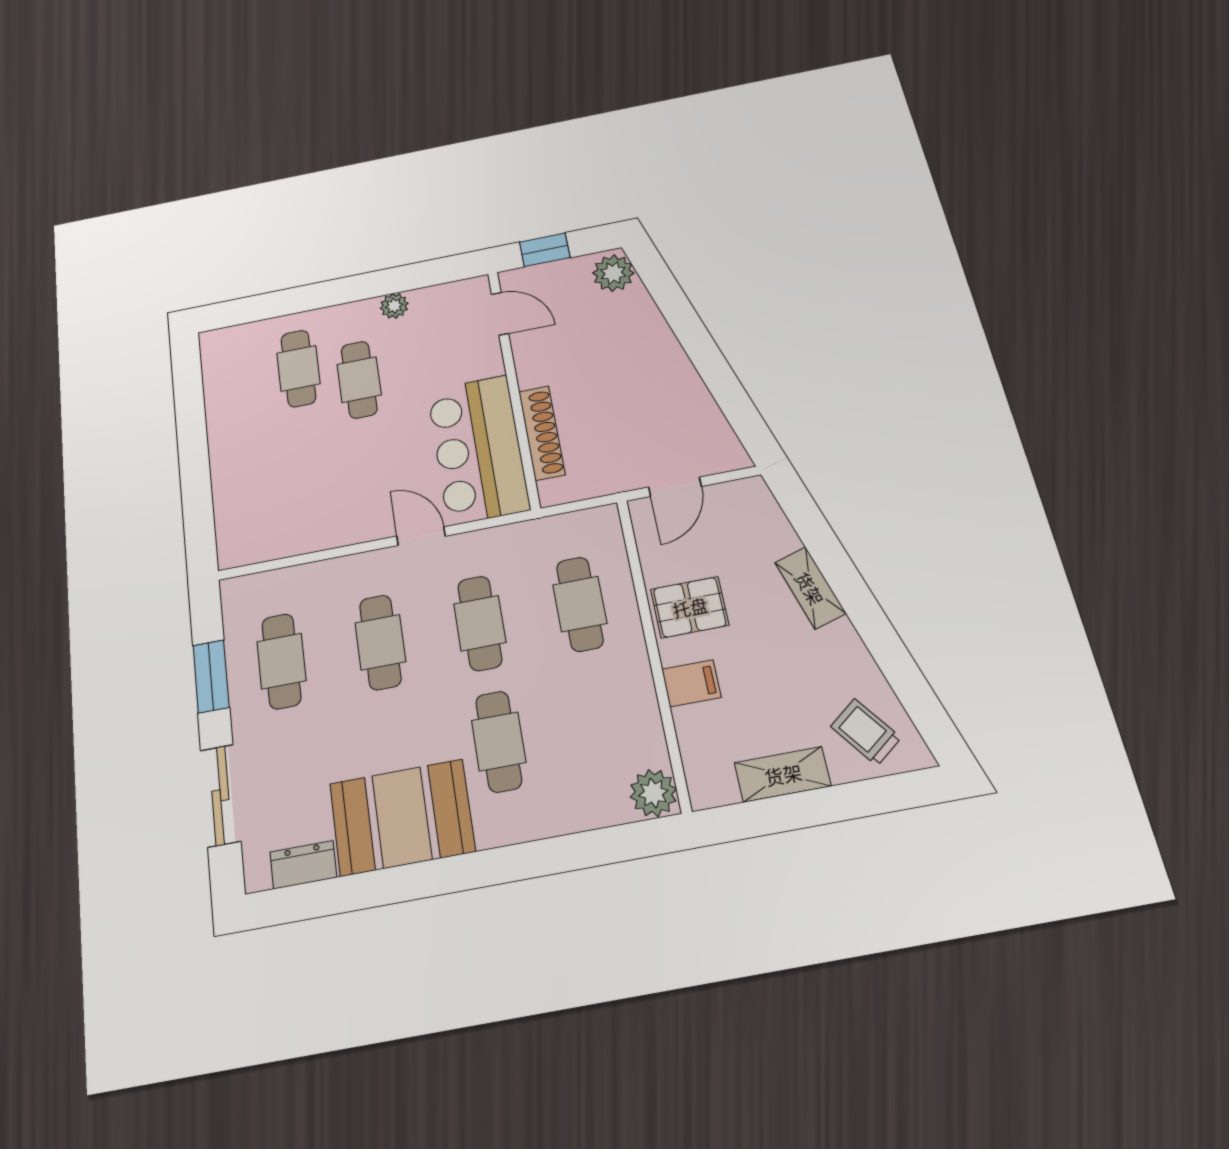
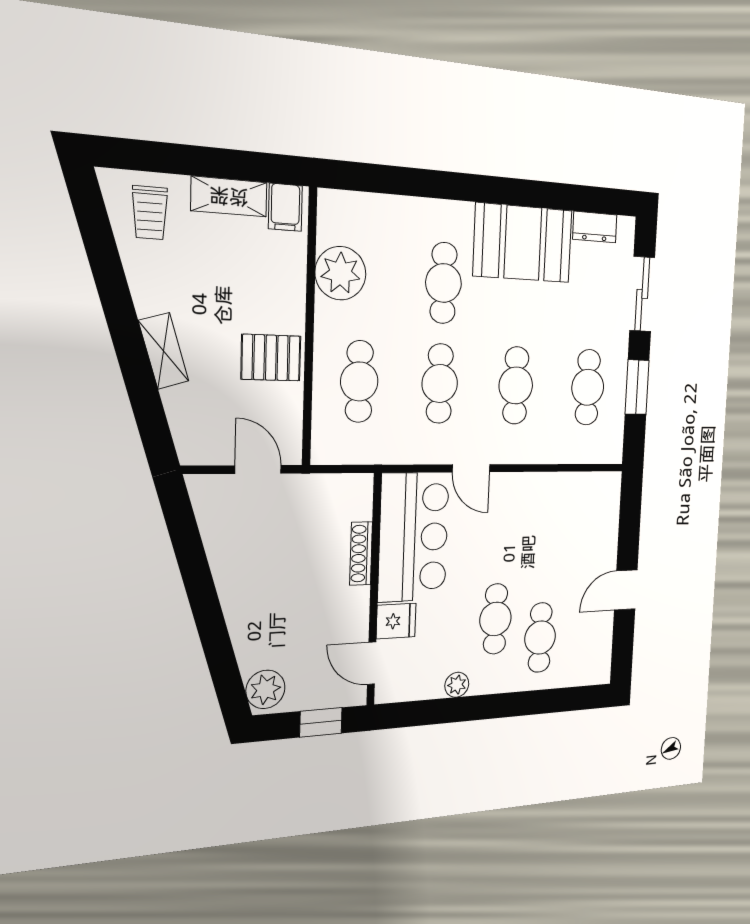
fridge: (480, 360) -> (396, 621), added
shoe rack: (542, 433) -> (361, 553), width x0.74, depth x0.81
door: (192, 437) -> (626, 590), added
door: (675, 487) -> (258, 469), hinge flipped
filing cabinet: (691, 683) -> (285, 207), moved, turned -90
trolley: (866, 732) -> (150, 213), turned 37
plant: (653, 793) -> (341, 273), moved, width x1.36, depth x1.36

